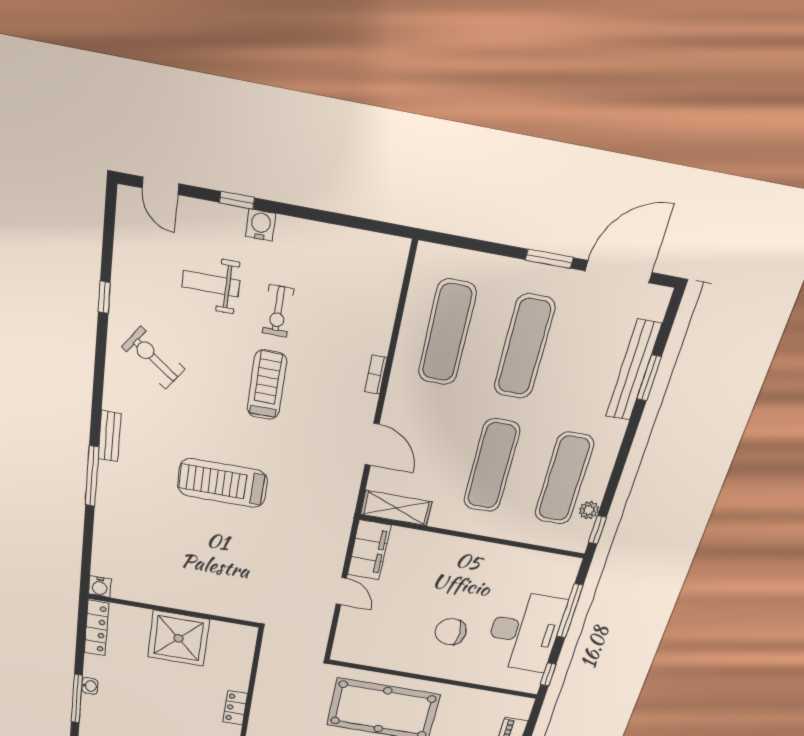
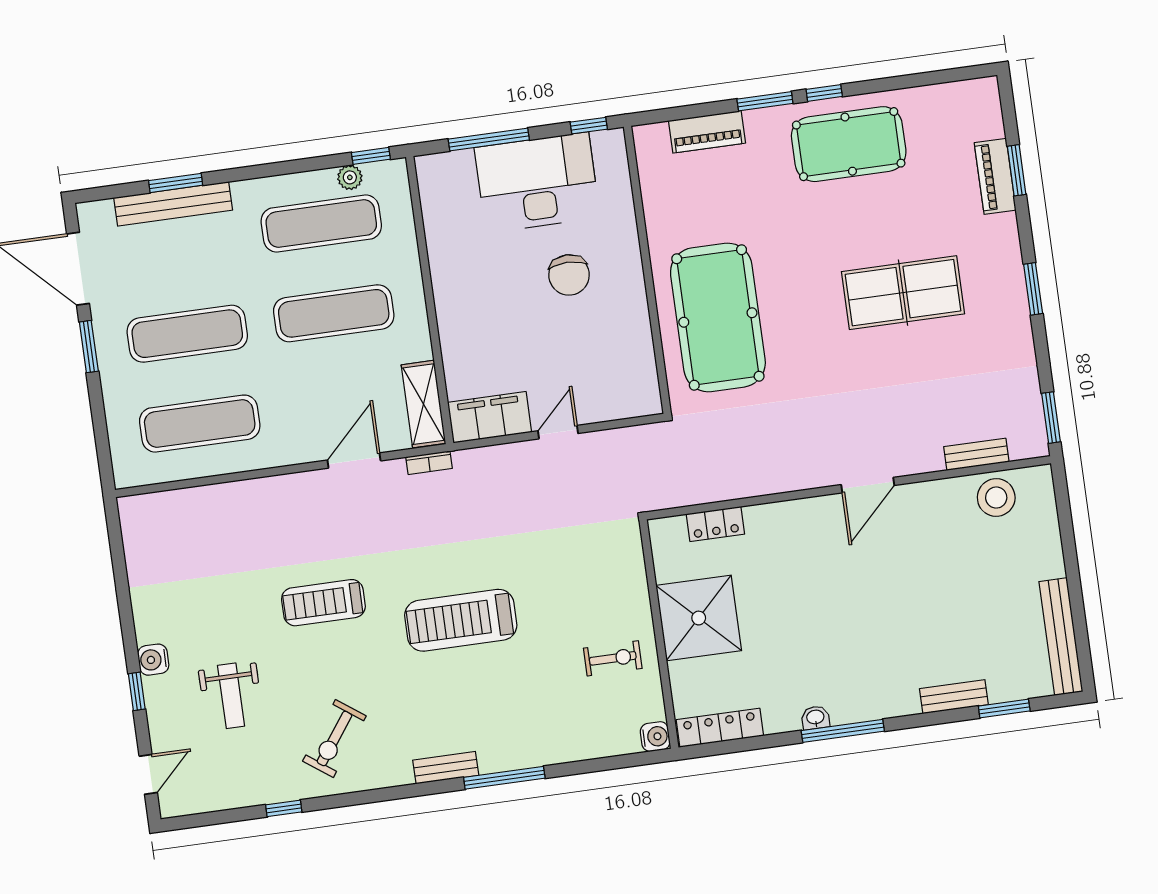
exercise bike: (278, 311) -> (613, 658), moved
bookcase: (376, 375) -> (429, 463), moved
treadmill: (222, 483) -> (461, 620), turned 90
locker: (235, 708) -> (715, 524), moved

